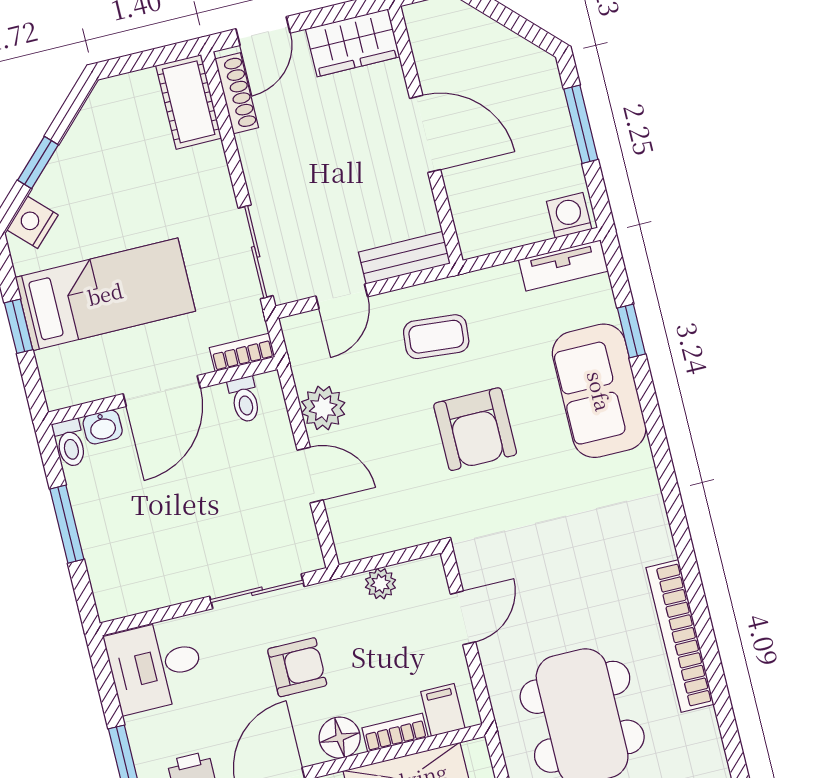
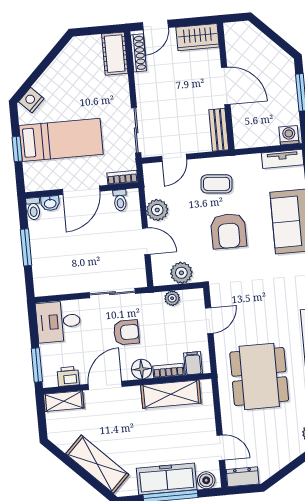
window: (38, 163) -> (38, 72), removed
bench: (404, 258) -> (219, 130), moved, turned 90
plant: (392, 529) -> (181, 273), added

